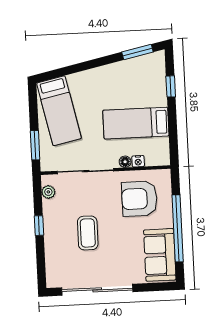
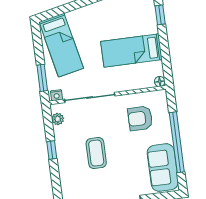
nightstand: (138, 161) -> (57, 95), moved
floor lamp: (125, 162) -> (160, 81), moved
armchair: (139, 199) -> (140, 118), width x0.73, depth x0.73

